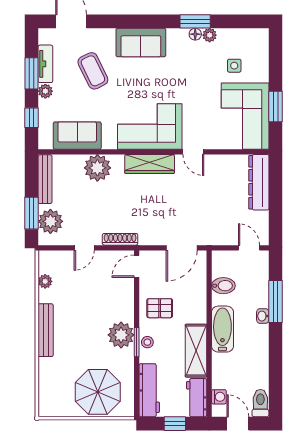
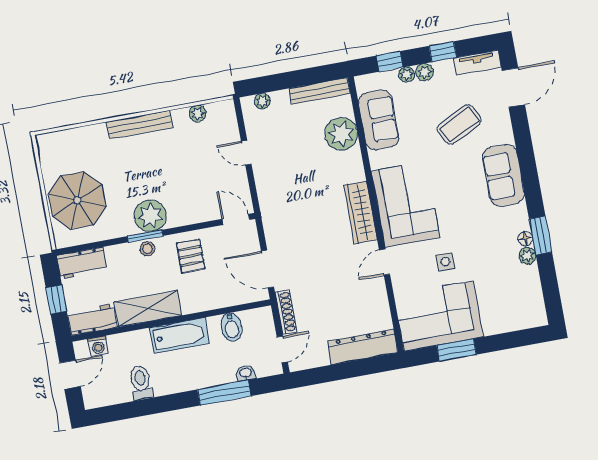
tv unit: (45, 64) -> (477, 63), moved
side table: (234, 66) -> (446, 262), moved
window: (31, 73) -> (443, 52), width x0.67
plant: (45, 106) -> (407, 75), added
plant: (97, 168) -> (341, 134), moved
window: (31, 213) -> (276, 82), removed
plant: (50, 221) -> (262, 101), width x0.53, depth x0.53
shoe rack: (120, 239) -> (286, 312), moved
washbasin: (263, 316) -> (246, 373), moved
workbench: (149, 390) -> (82, 263), width x0.73
toilet: (260, 403) -> (141, 383), moved, turned -90

